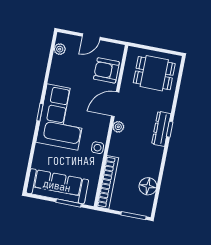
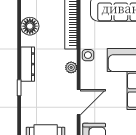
plant: (118, 127) -> (71, 67), moved
dresser: (161, 129) -> (28, 64), moved

